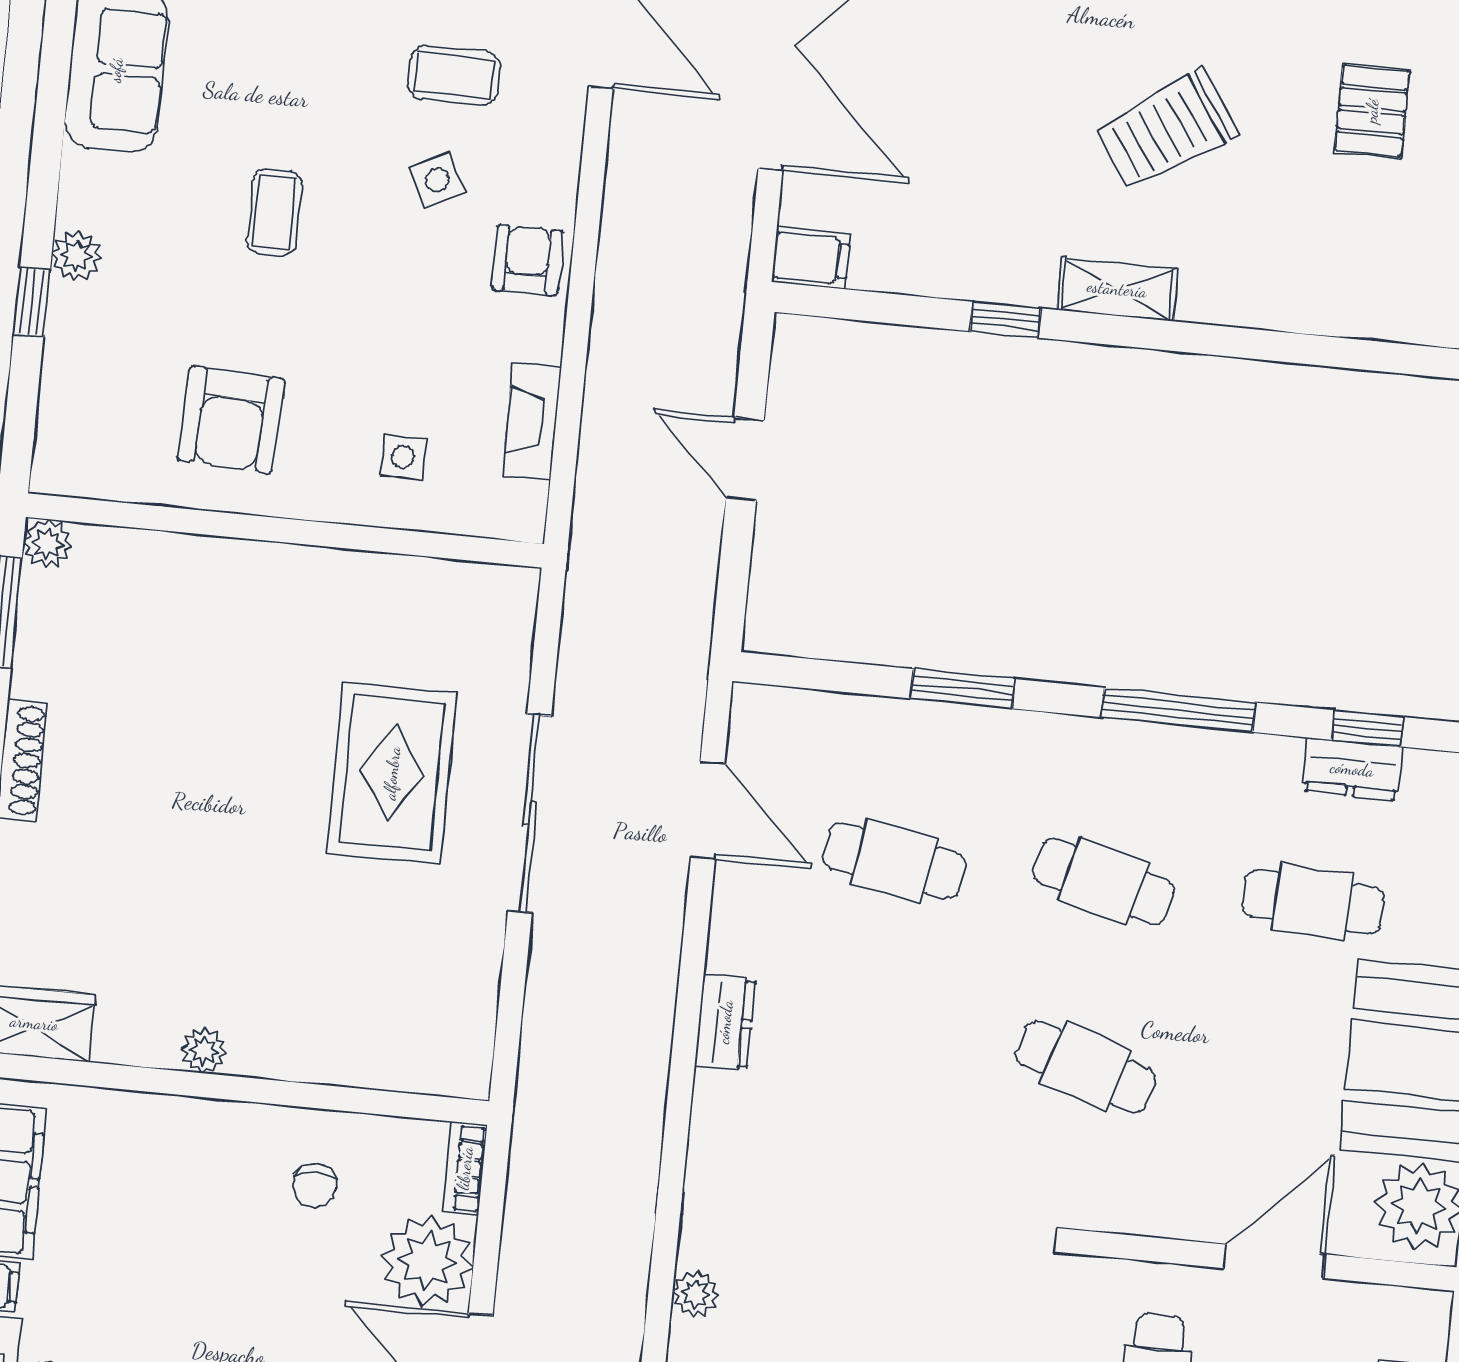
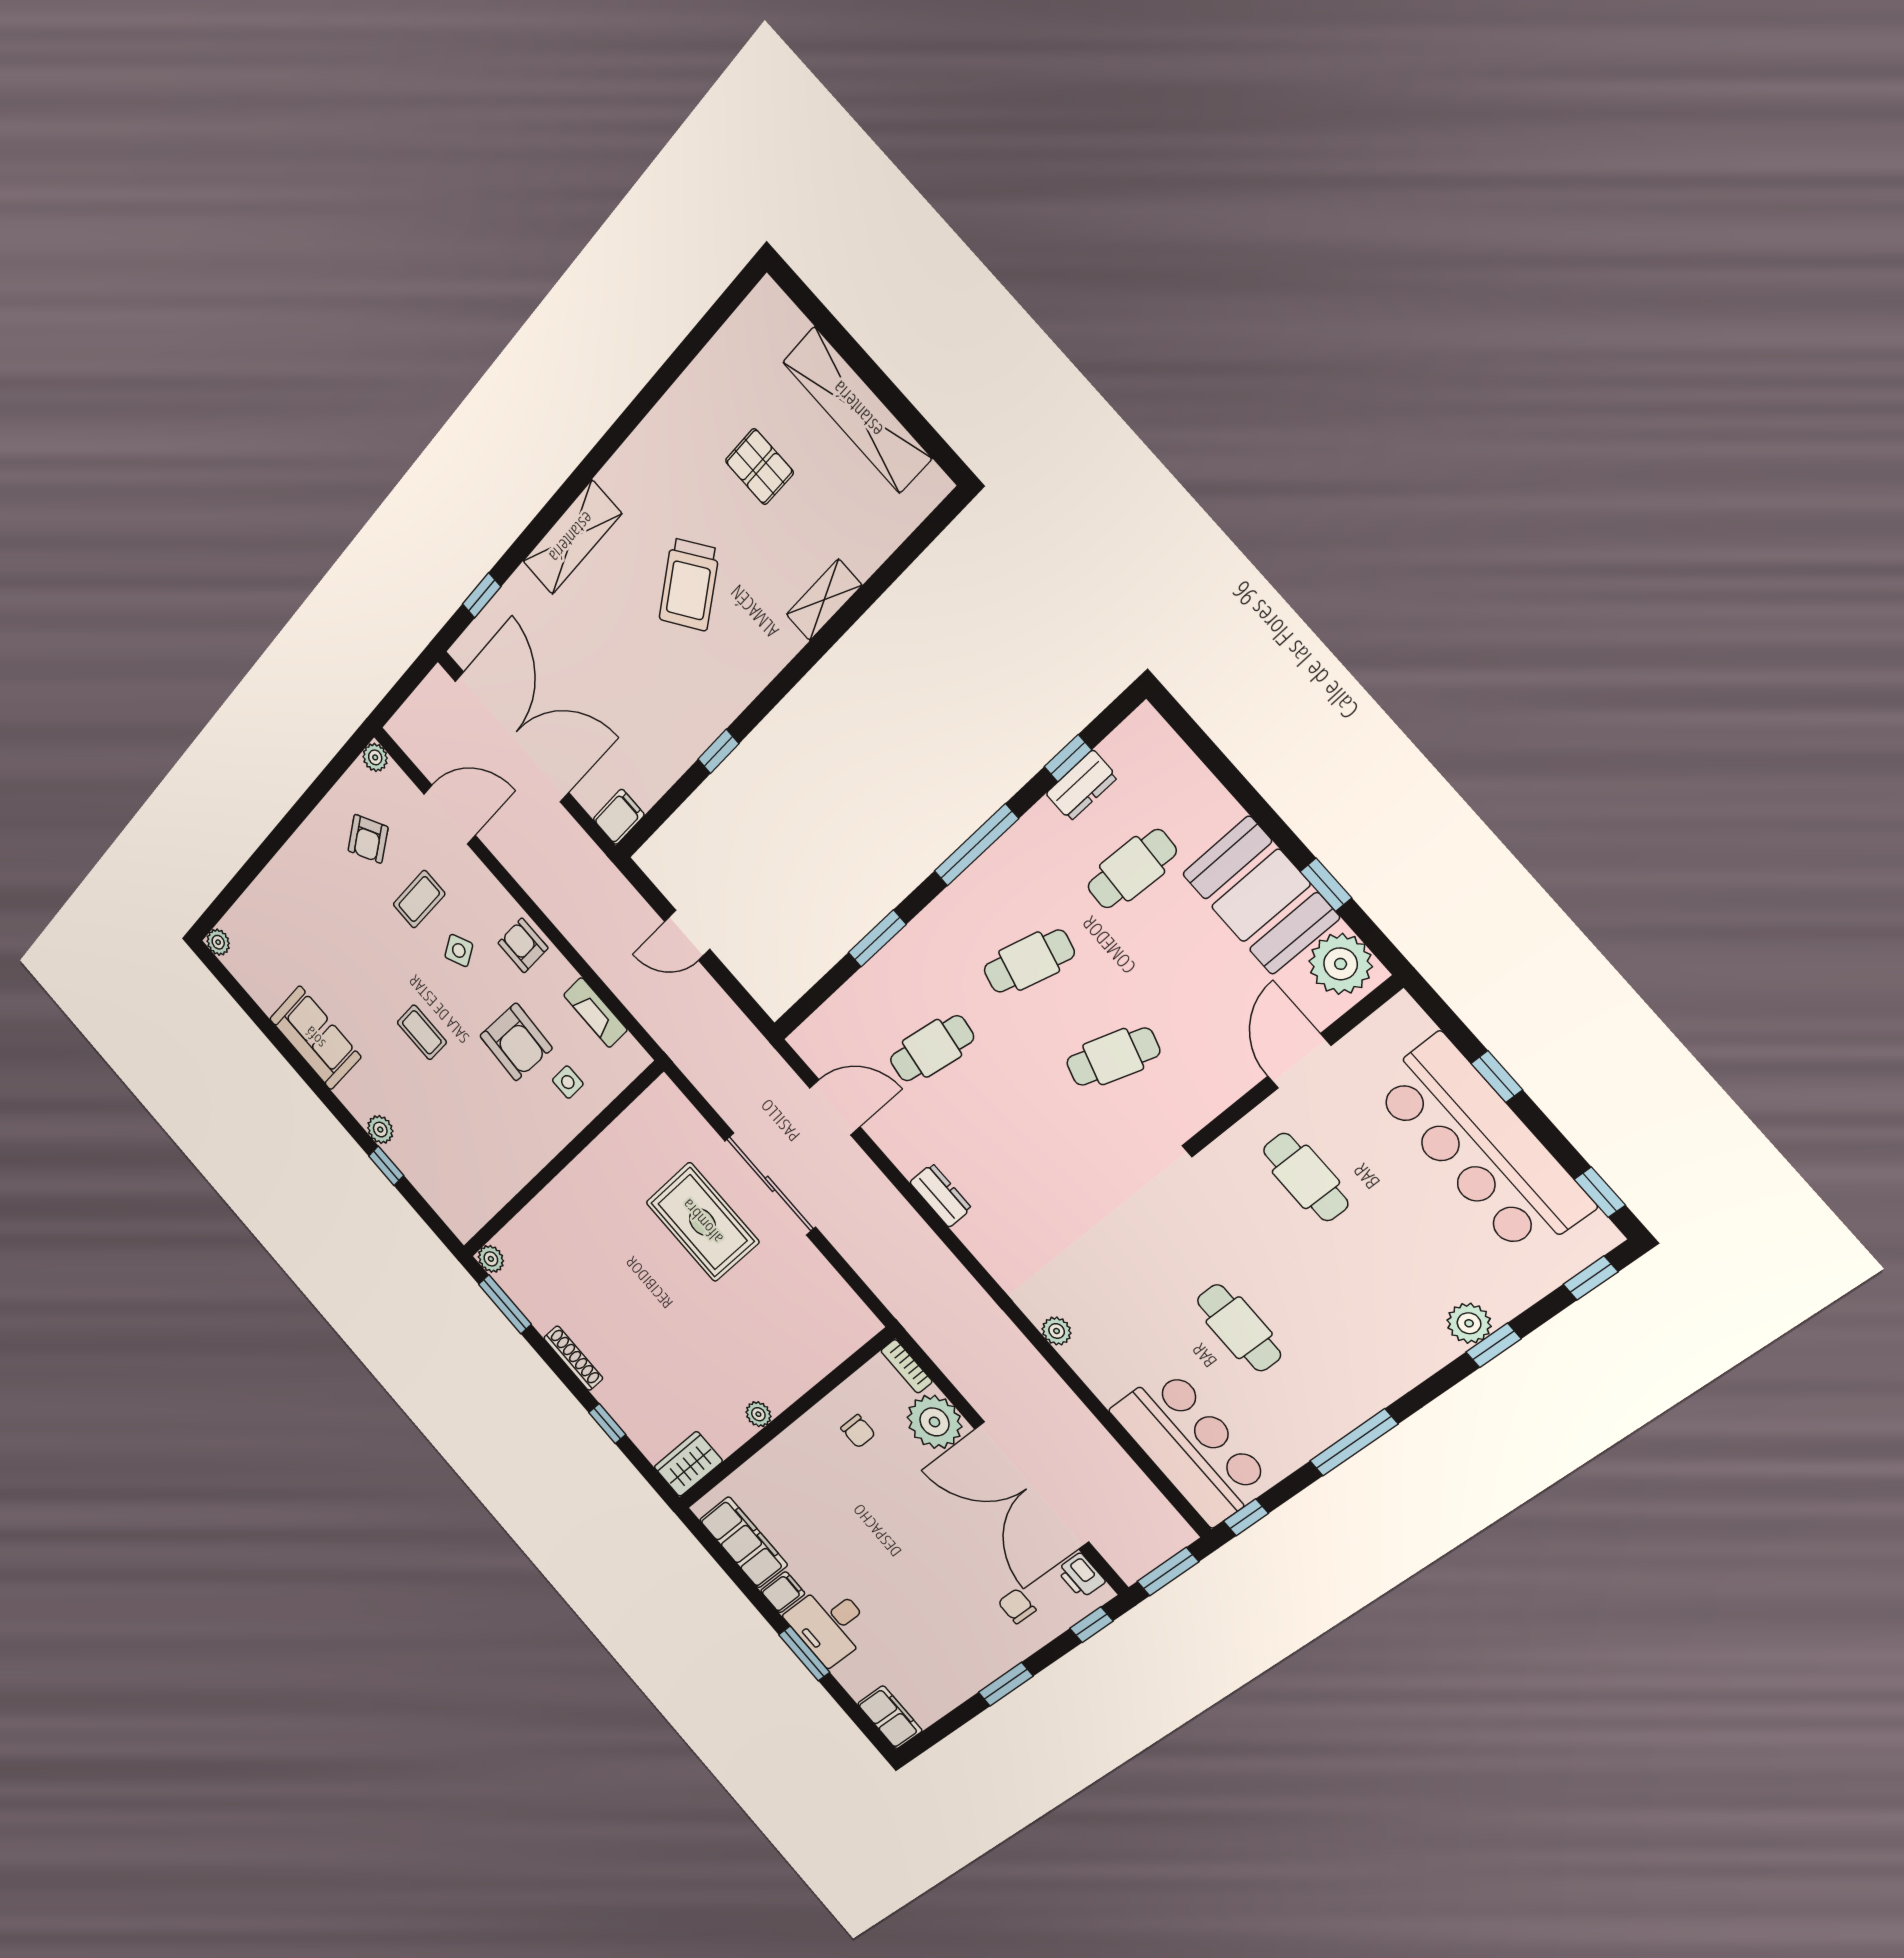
shelving: (1117, 289) -> (824, 600), moved
armchair: (231, 419) -> (516, 1042), moved

